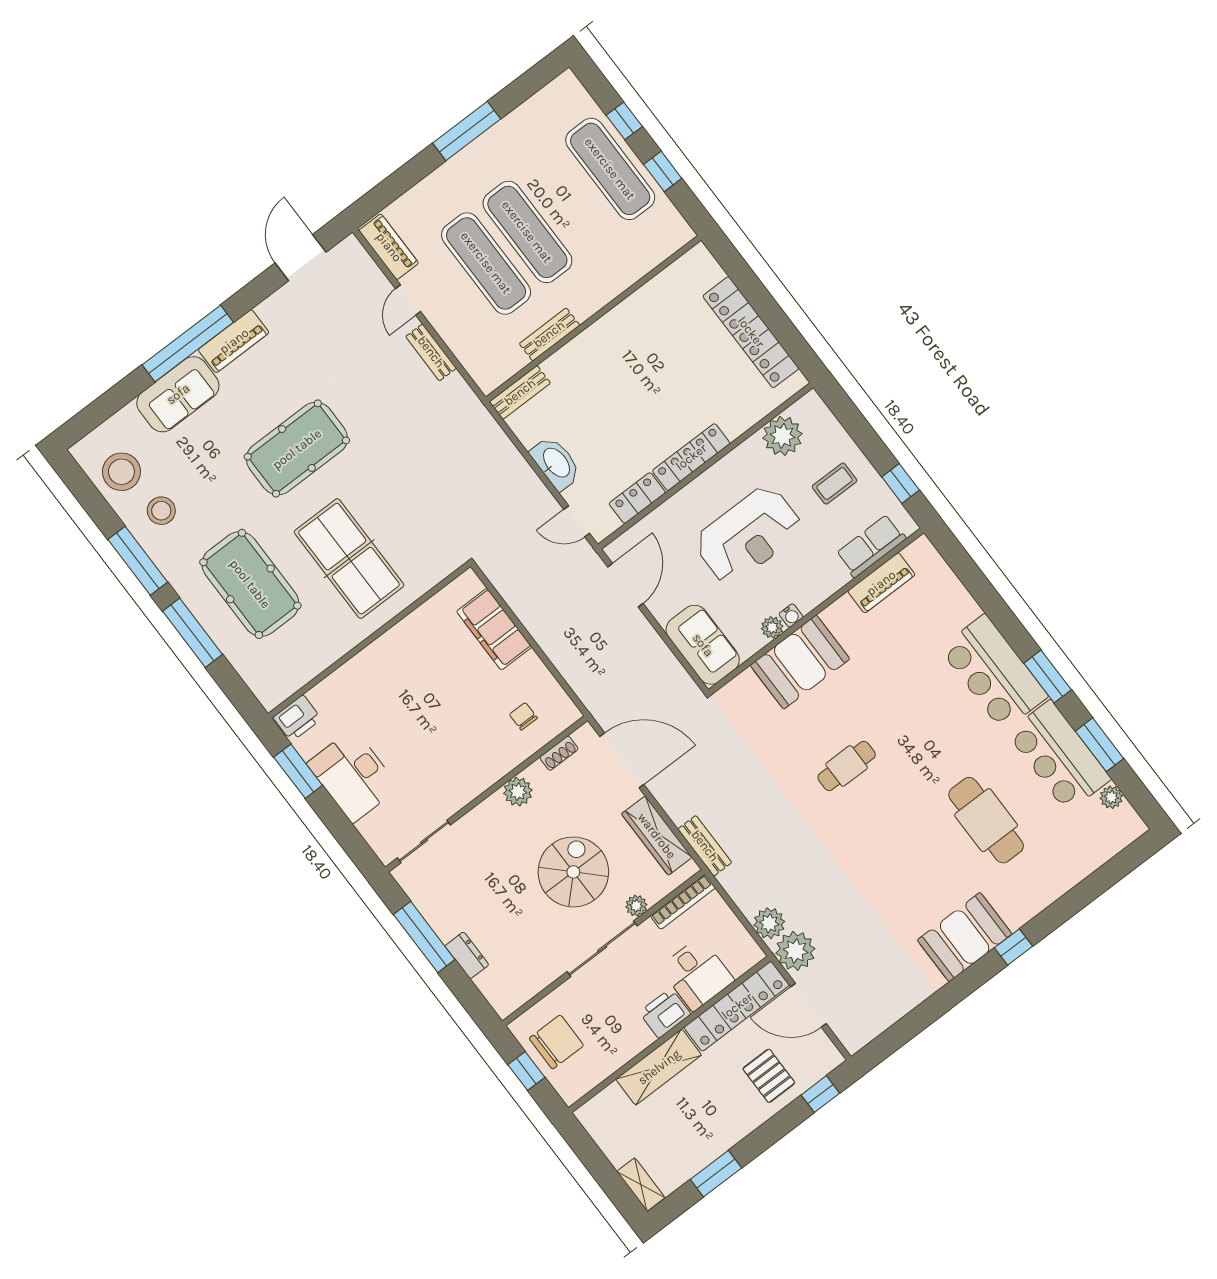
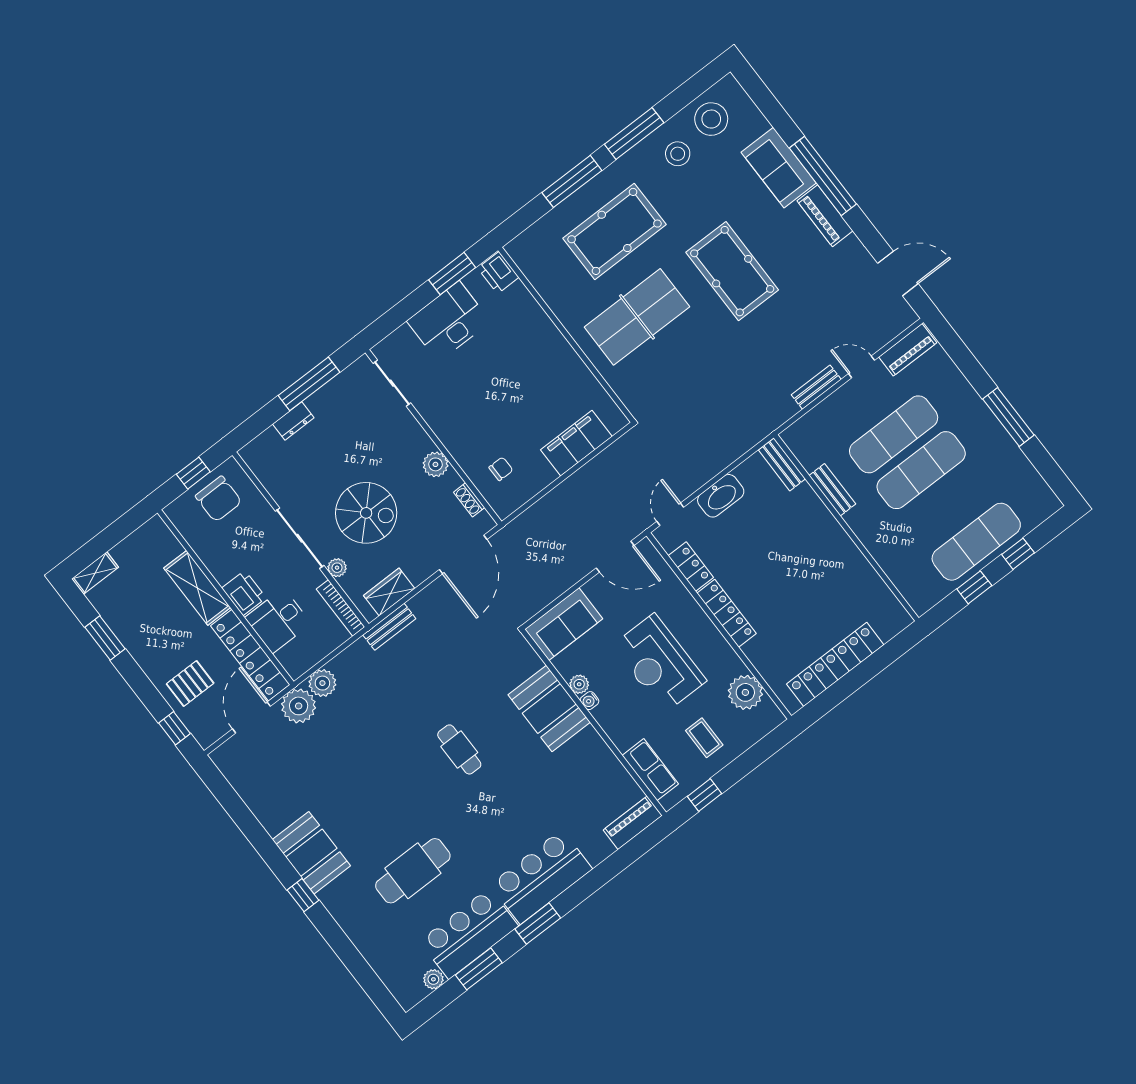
piano: (881, 583) -> (633, 823), moved, turned 90
wardrobe: (657, 836) -> (389, 592), width x0.67

